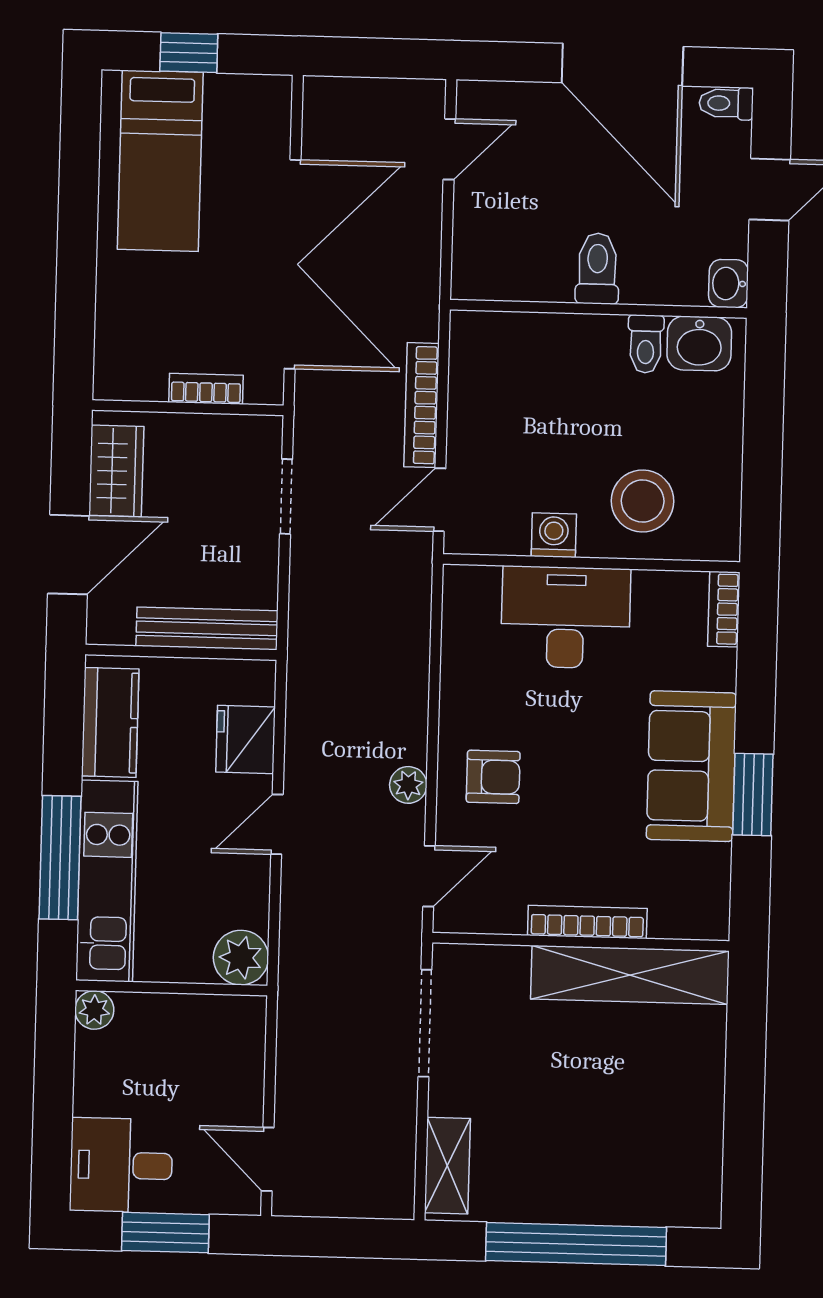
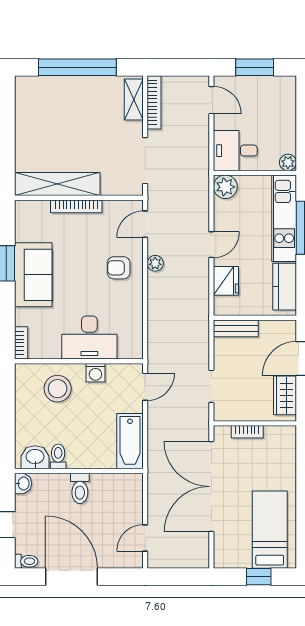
bathtub: (478, 374) -> (130, 441), added
bookcase: (421, 405) -> (154, 102), moved
bench: (207, 628) -> (236, 328), width x0.73
desk: (121, 1165) -> (235, 151), moved, turned 180

